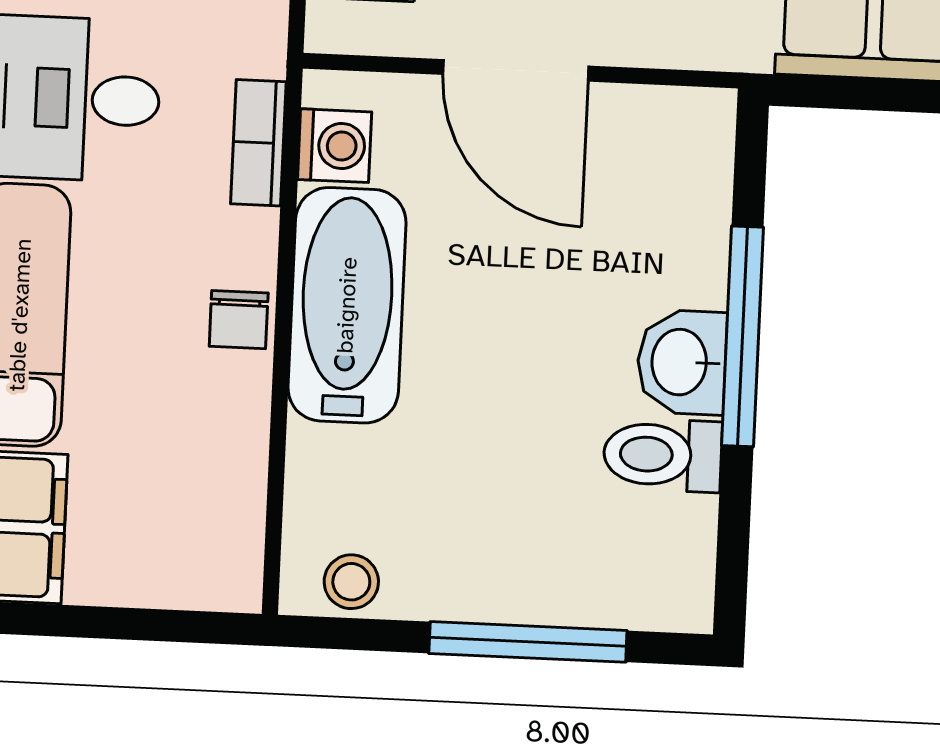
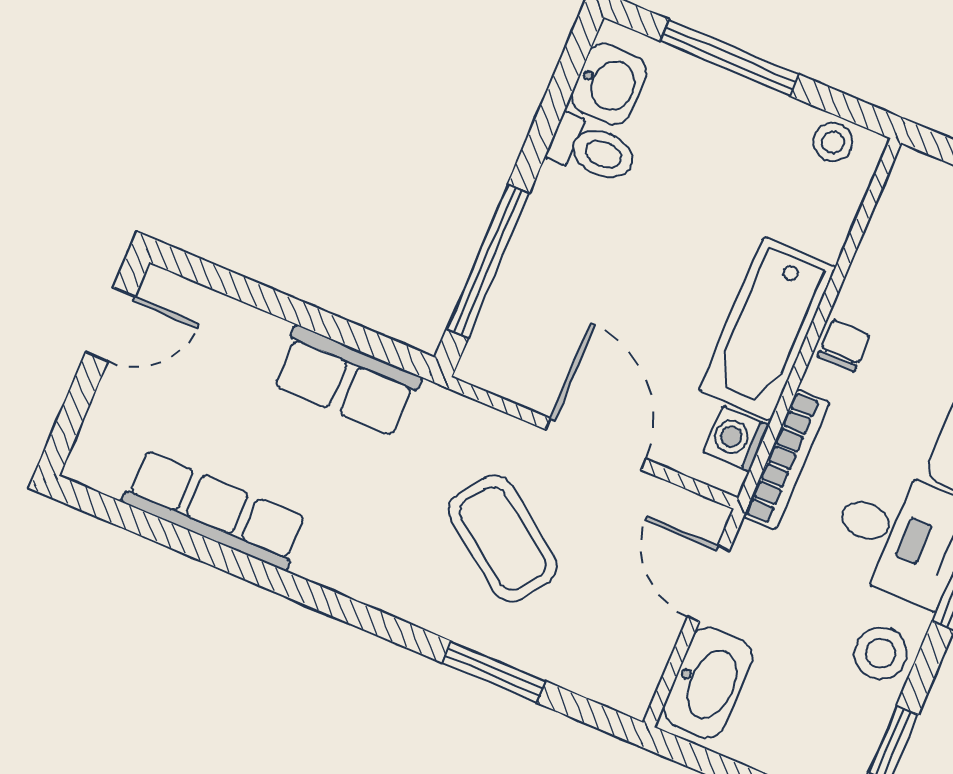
bookcase: (258, 143) -> (786, 460), width x1.56
window: (742, 336) -> (488, 261), moved
washbasin: (682, 362) -> (609, 84), moved

